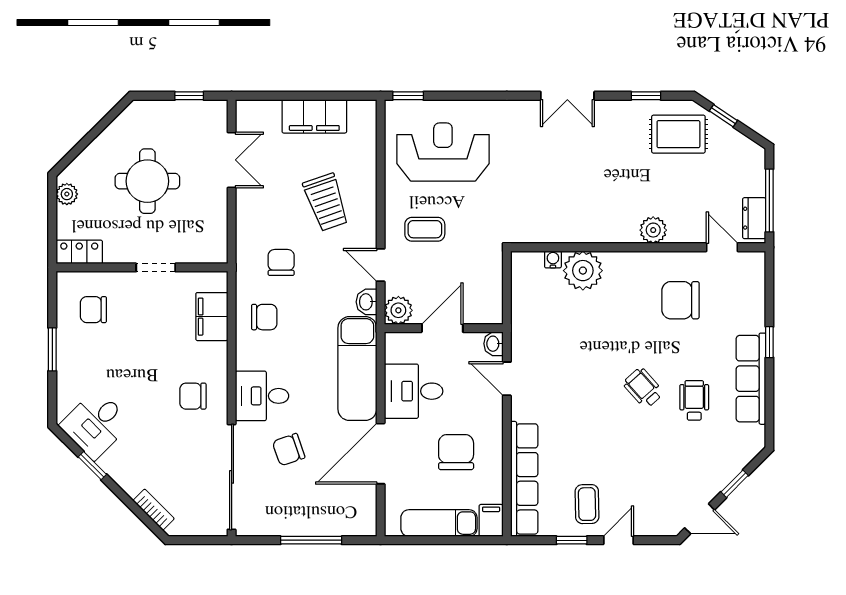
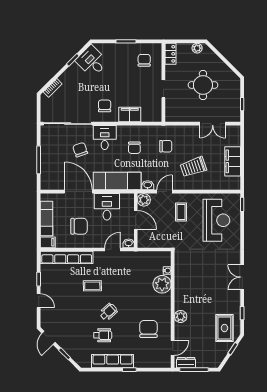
filing cabinet: (212, 317) -> (130, 114), moved
chair: (264, 317) -> (134, 148), moved
coffee table: (587, 504) -> (92, 286), moved

